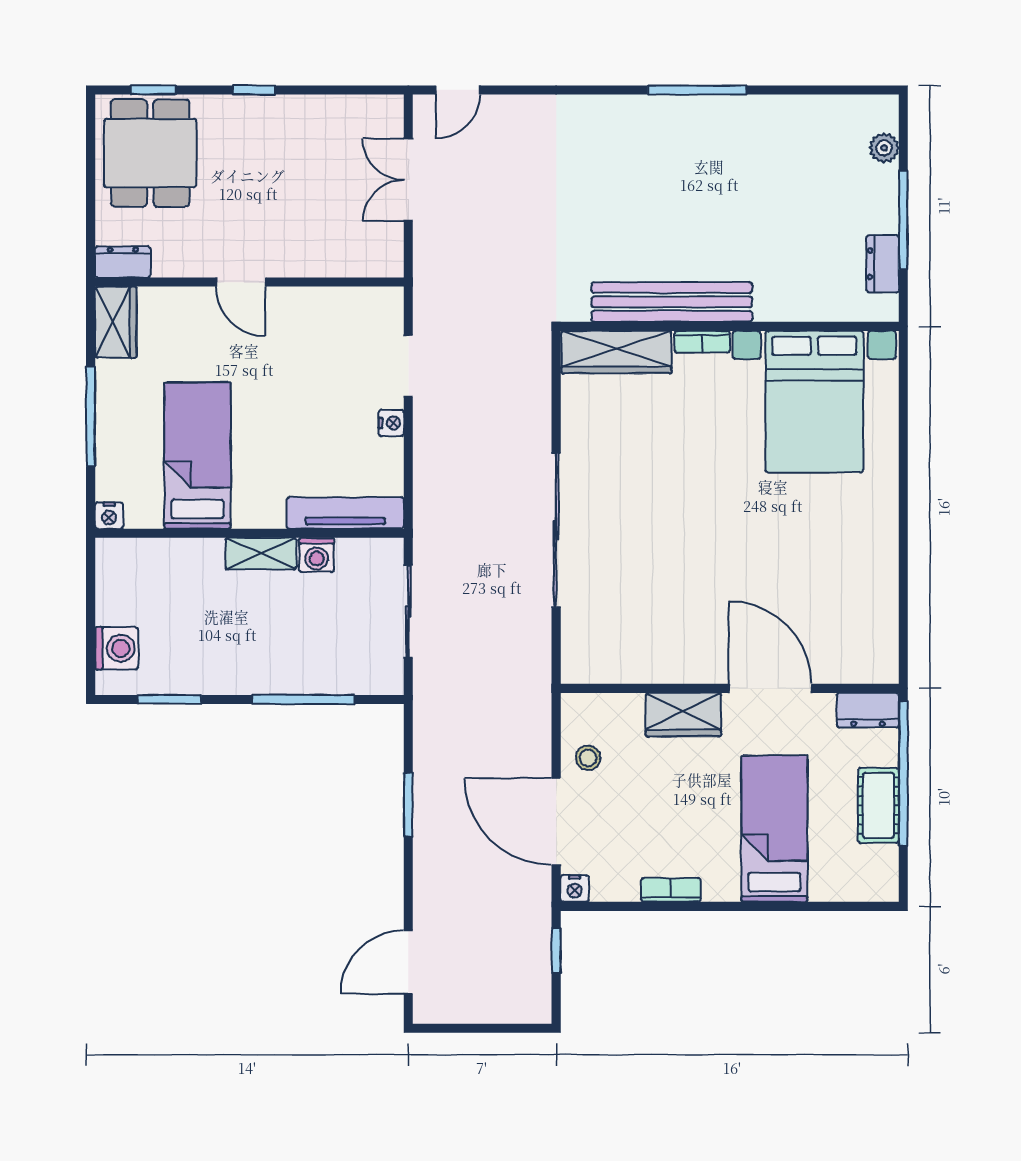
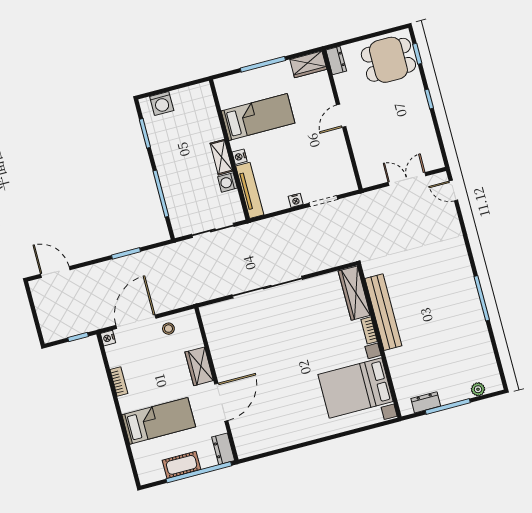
nightstand: (109, 516) -> (240, 157), moved

